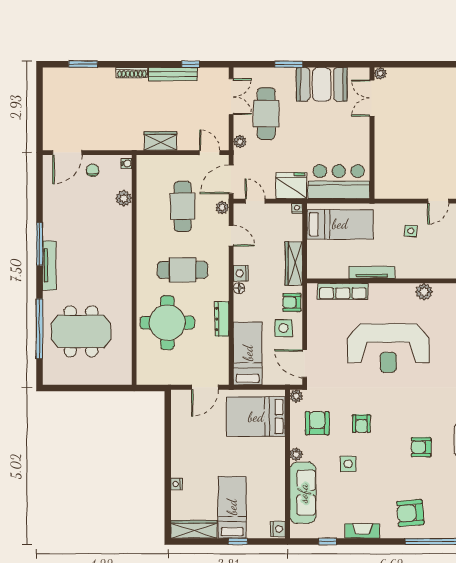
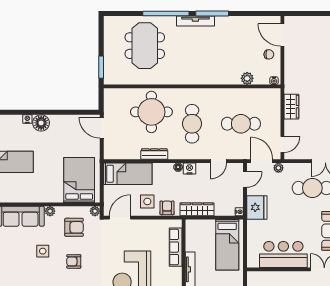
plant: (240, 142) -> (278, 168), moved
bar counter: (339, 182) -> (283, 254), moved, turned -90
plant: (222, 208) -> (240, 154), removed
window: (39, 329) -> (166, 14), moved
door: (205, 387) -> (102, 128), moved
window: (109, 388) -> (101, 67), added
floor lamp: (182, 466) -> (41, 123), added

